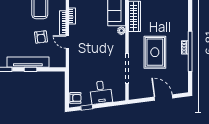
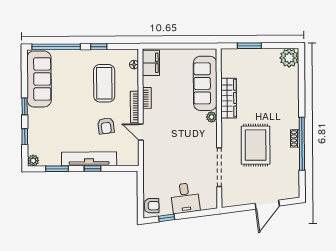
door: (163, 98) -> (267, 205), swing flipped

